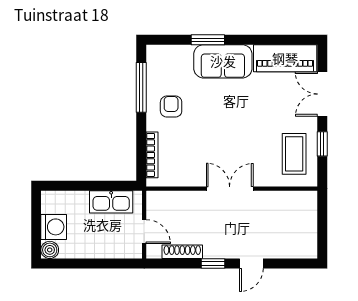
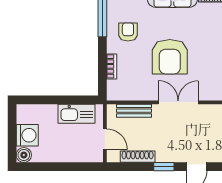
armchair: (220, 135) -> (170, 57), added
bookcase: (152, 155) -> (112, 66), width x0.64
bench: (178, 198) -> (134, 111), added

